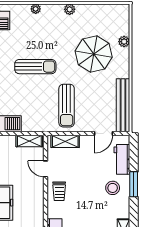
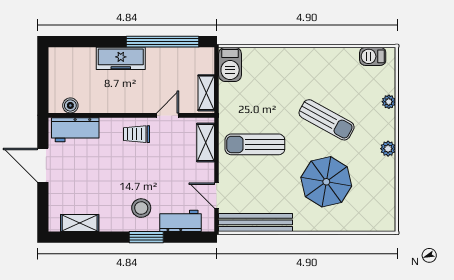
plant: (124, 42) -> (344, 224), removed
sun lounger: (35, 67) -> (327, 120), moved, turned -61

